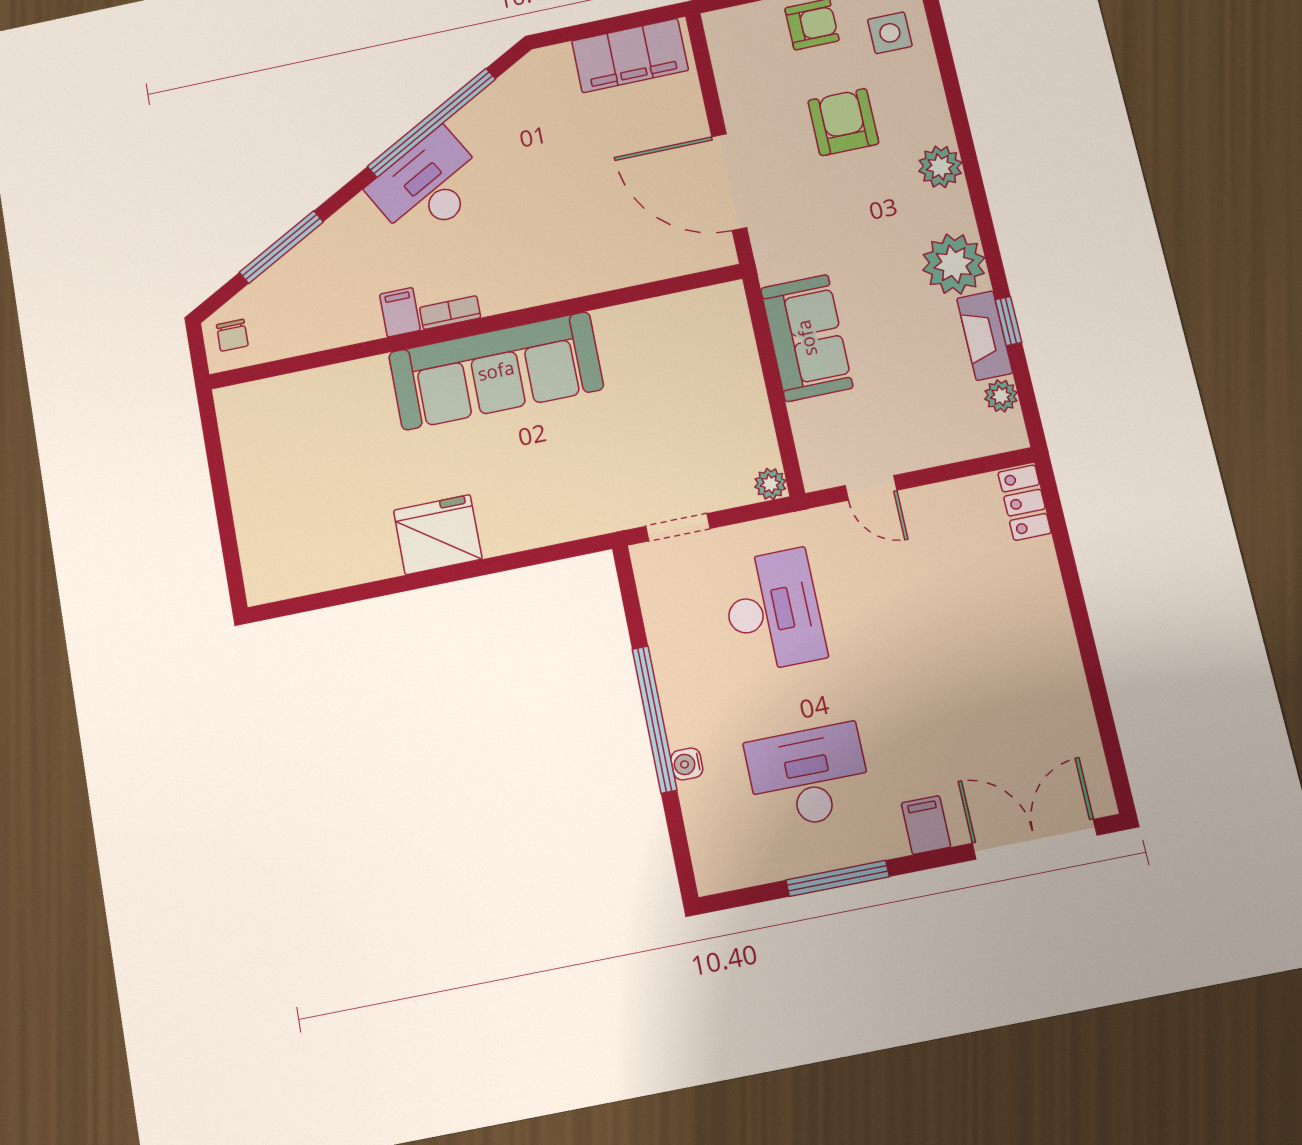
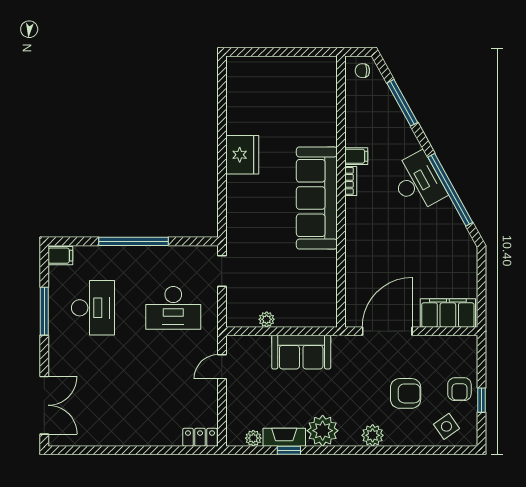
side table: (890, 33) -> (446, 426), turned -35
filing cabinet: (630, 56) -> (448, 313), moved, turned 90
plant: (770, 484) -> (267, 319), moved
water cooler: (687, 764) -> (110, 252), removed
filing cabinet: (926, 825) -> (60, 256), moved

